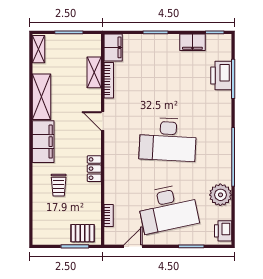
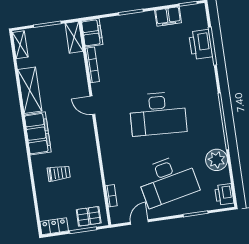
shelving: (94, 72) -> (74, 37), moved
locker: (94, 169) -> (54, 226), moved, turned 90
trolley: (59, 185) -> (59, 173), turned -90

